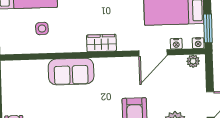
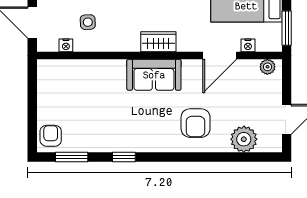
nightstand: (198, 43) -> (66, 45), moved
sofa: (71, 72) -> (154, 75), moved

